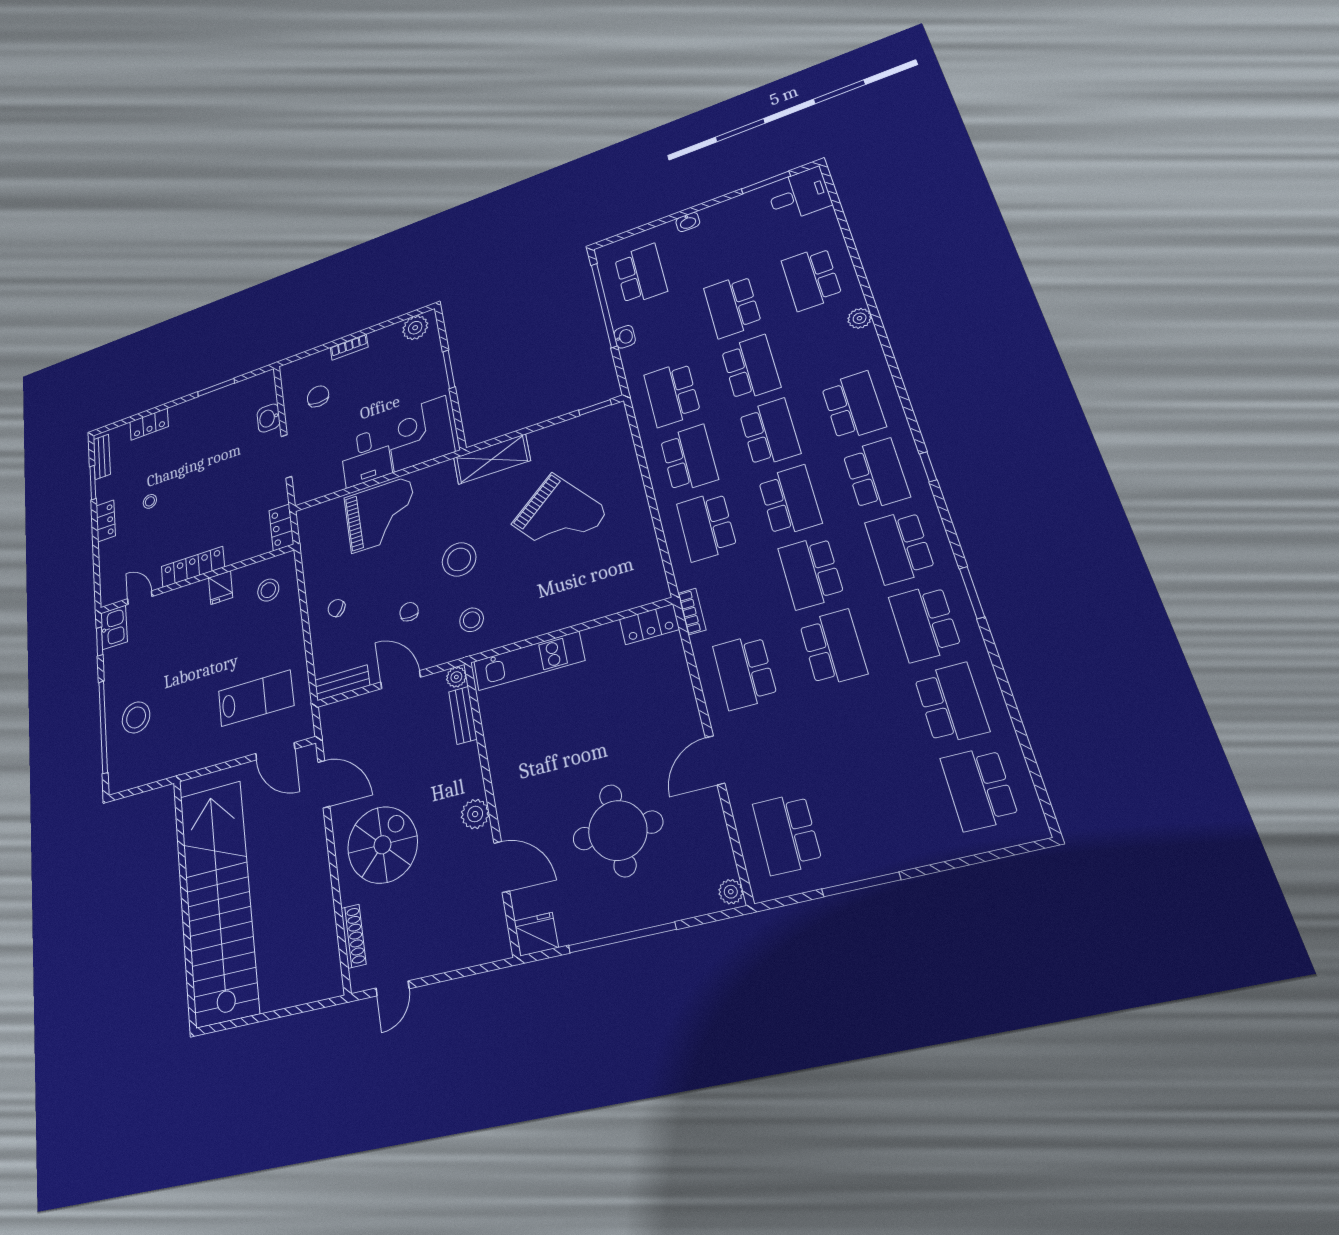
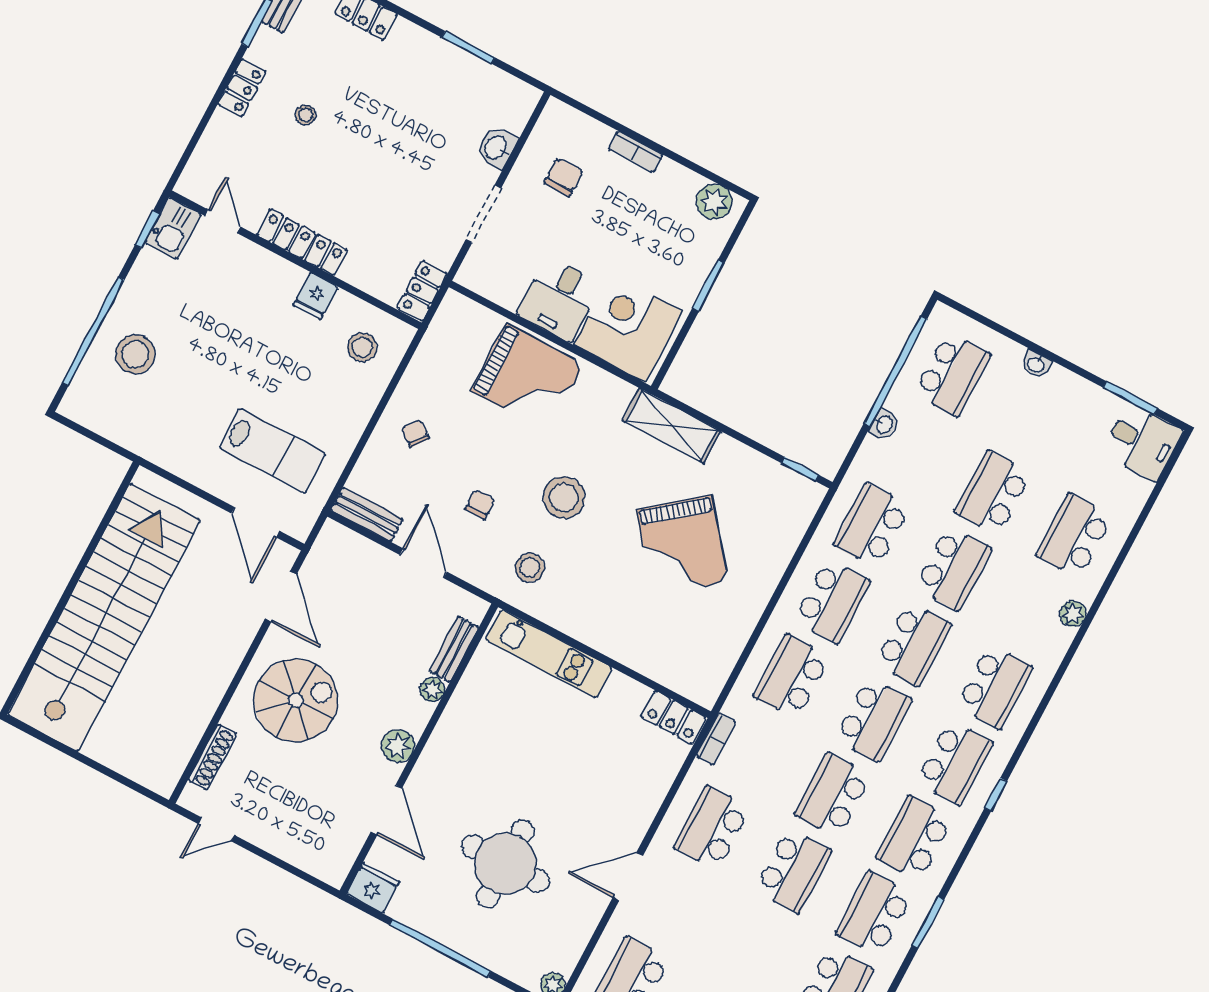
plant: (456, 677) -> (432, 690), moved

